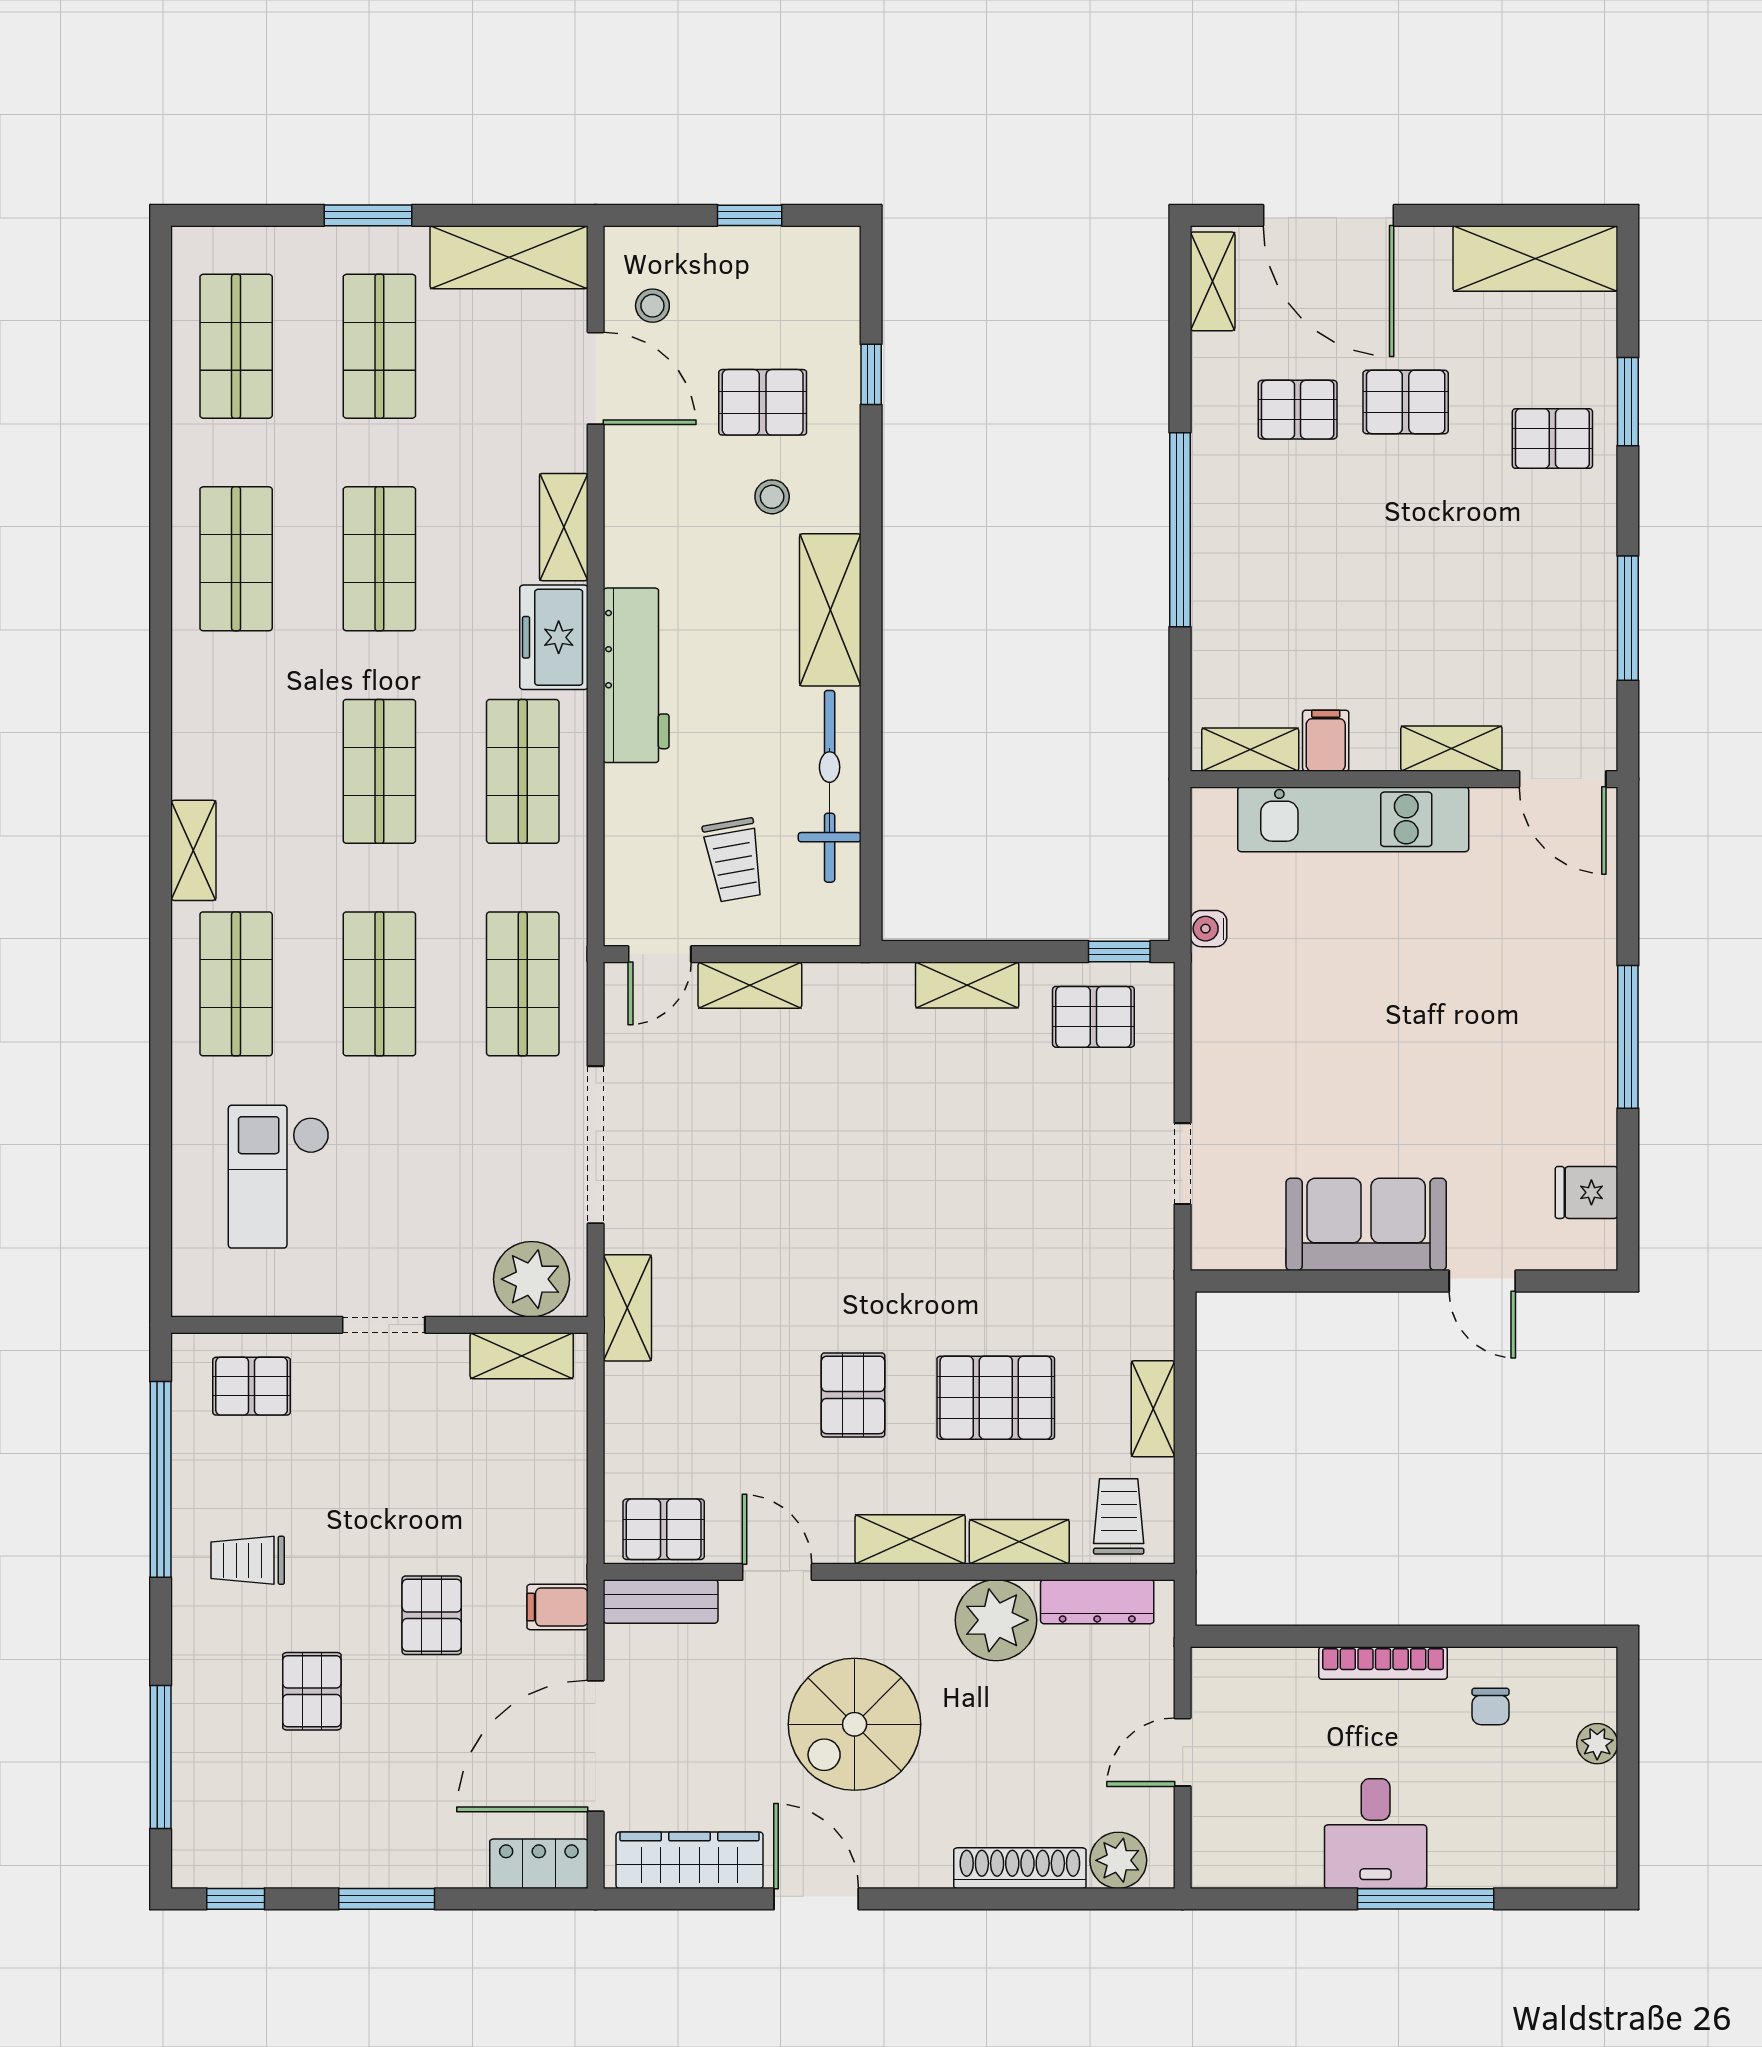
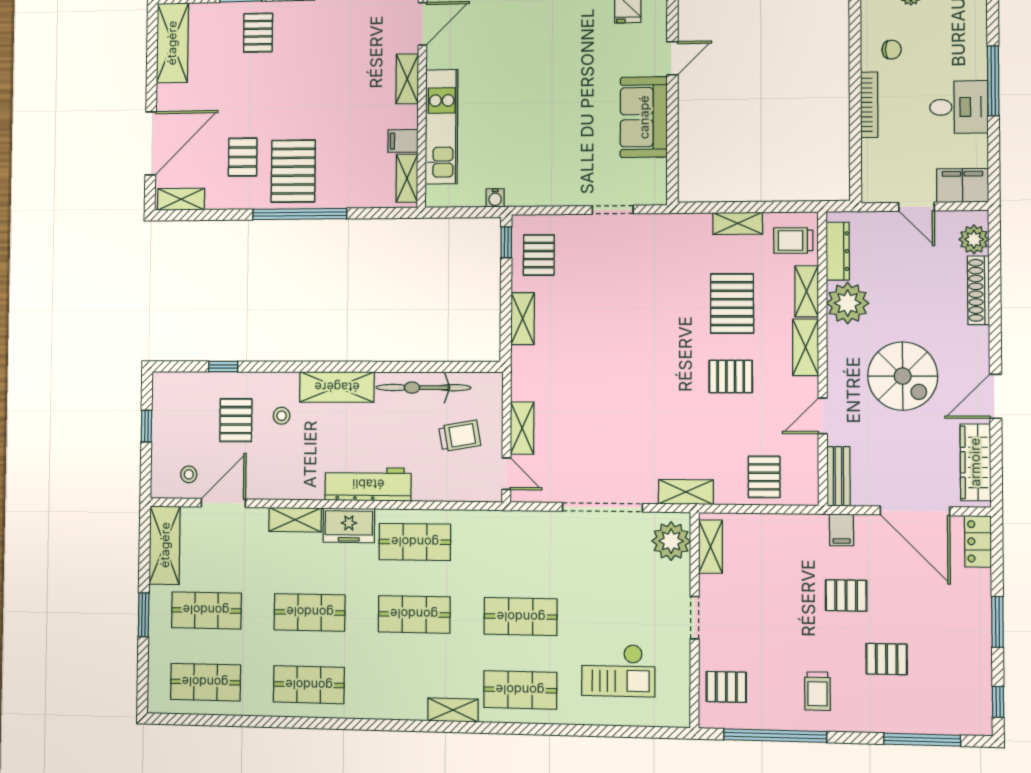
pallet: (1406, 402) -> (293, 171), moved, width x1.50, depth x1.42
shop shelf: (523, 984) -> (521, 543), removed
pallet: (252, 1386) -> (726, 687), turned 90
pallet: (664, 1529) -> (764, 477), moved
filing cabinet: (1223, 1840) -> (963, 185), added

